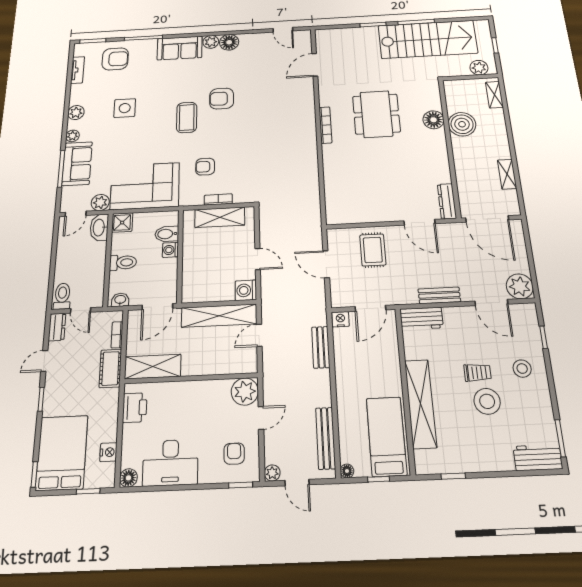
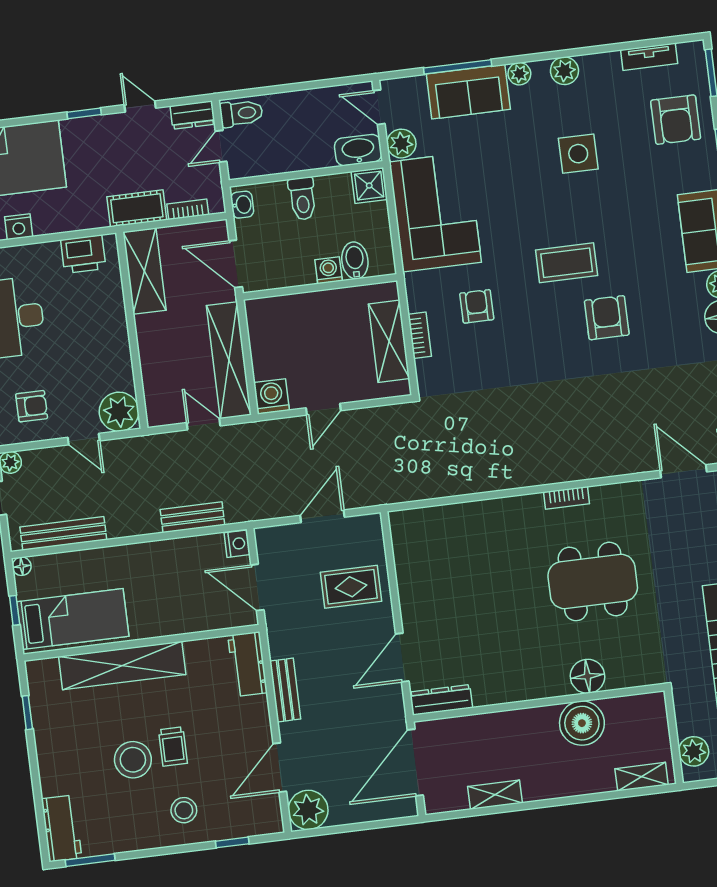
bookcase: (325, 125) -> (567, 498), width x0.64

